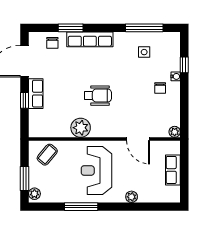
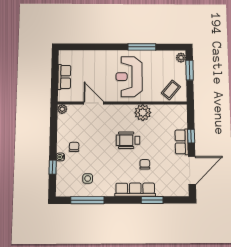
chair: (52, 43) -> (145, 164), moved
reception desk: (97, 170) -> (129, 77), turned 180
plant: (132, 197) -> (100, 55), removed

